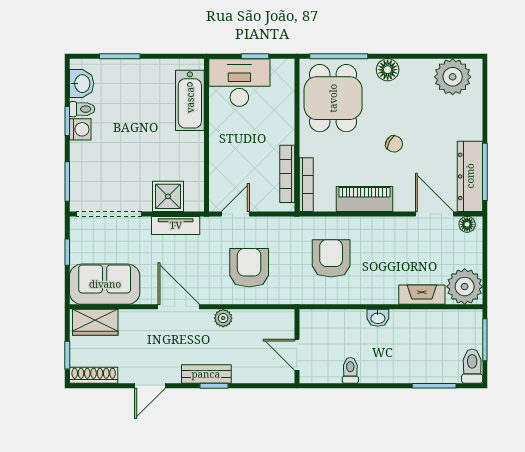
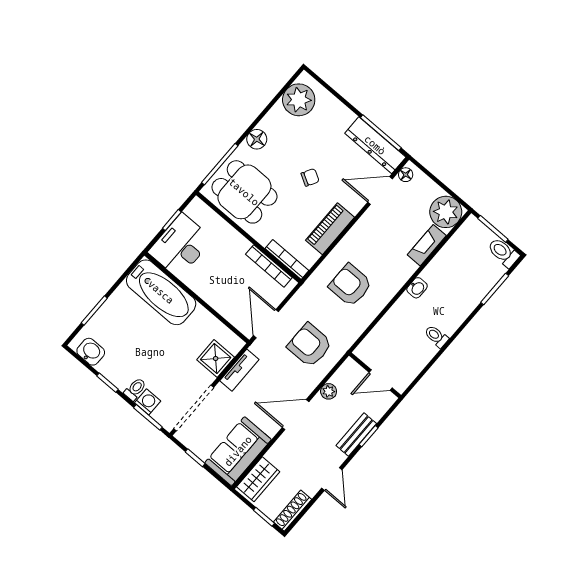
bathtub: (190, 100) -> (161, 292), width x1.36, depth x1.36
toilet: (82, 109) -> (135, 389), moved
washing machine: (80, 129) -> (148, 402), moved
door: (235, 214) -> (266, 324), width x1.38
wall: (297, 346) -> (375, 375), moved
door: (297, 355) -> (381, 380), moved

